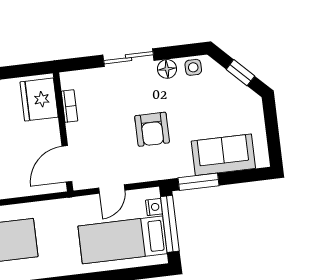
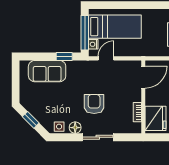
armchair: (152, 129) -> (94, 104), moved
window: (198, 182) -> (64, 56), width x0.67
door: (112, 189) -> (106, 58), moved

